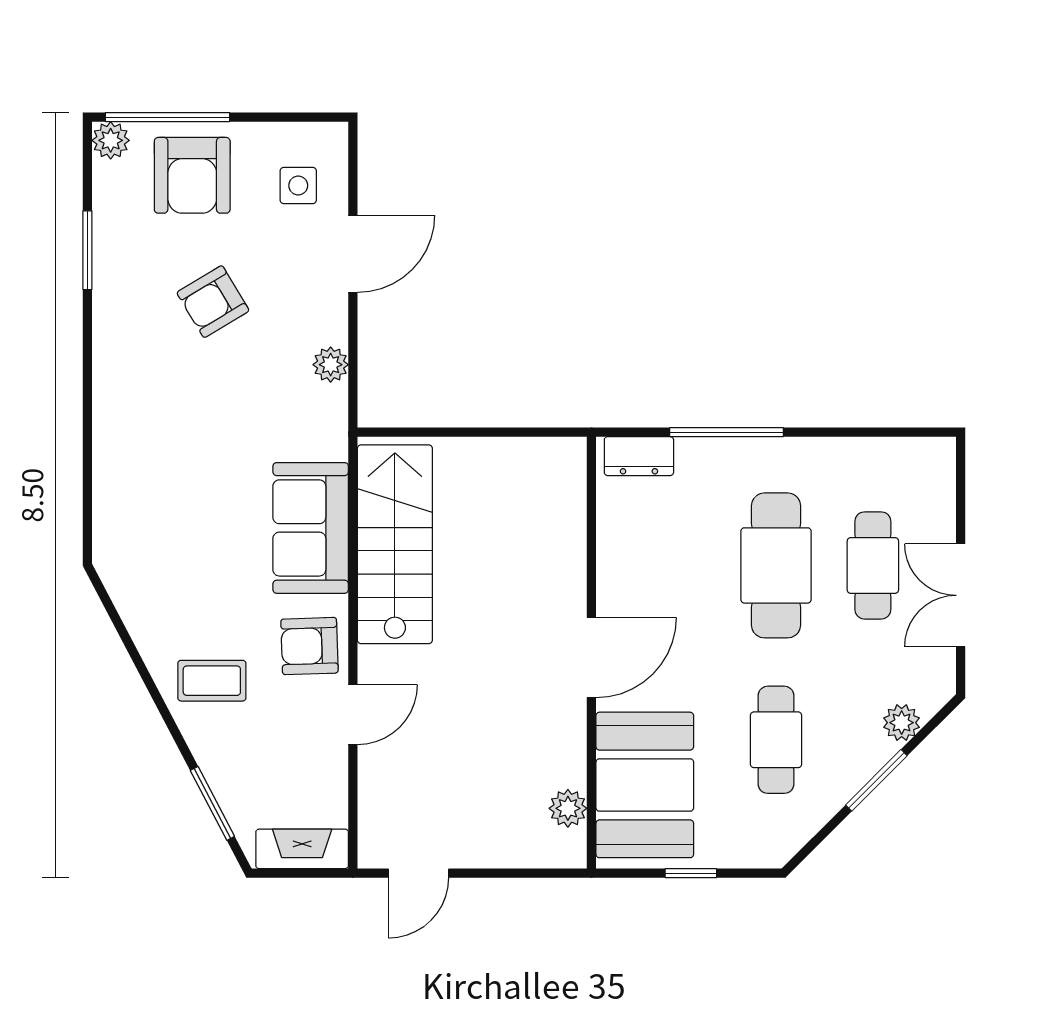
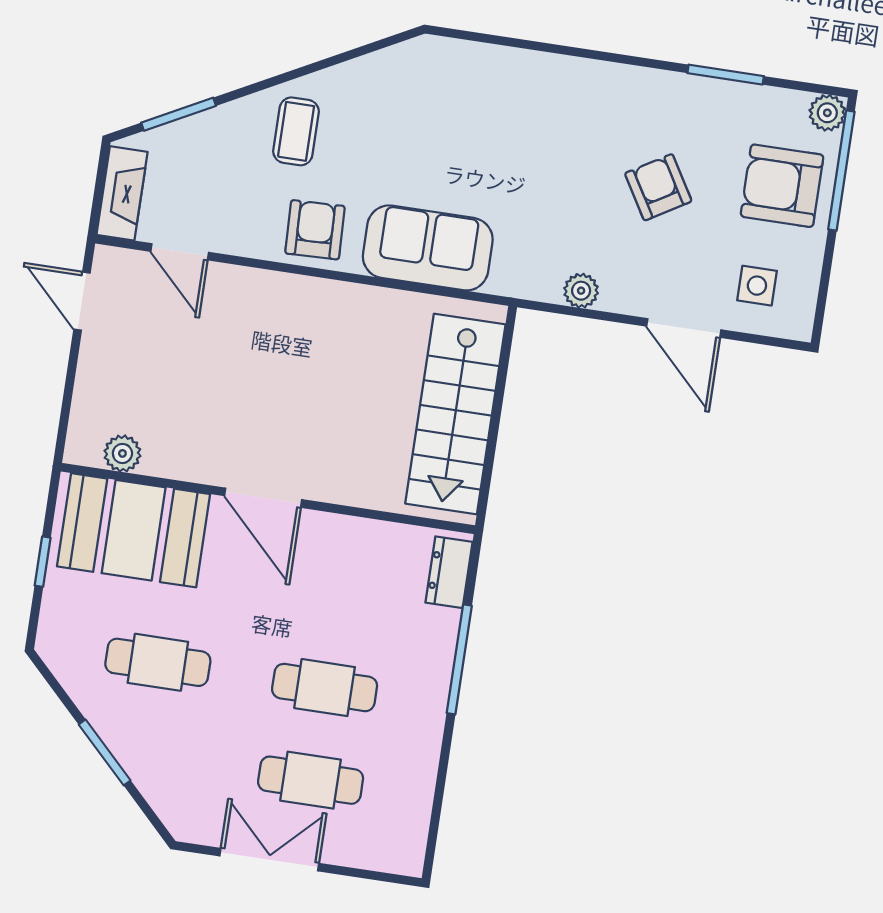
stairs: (395, 544) -> (455, 414), moved, turned 90
cafe table: (776, 565) -> (325, 688), width x0.73, depth x0.74
door: (353, 715) -> (180, 252), moved
plant: (902, 723) -> (156, 785), removed

